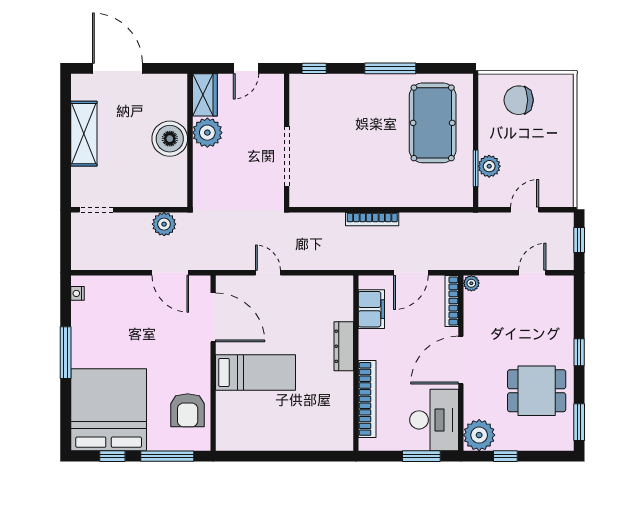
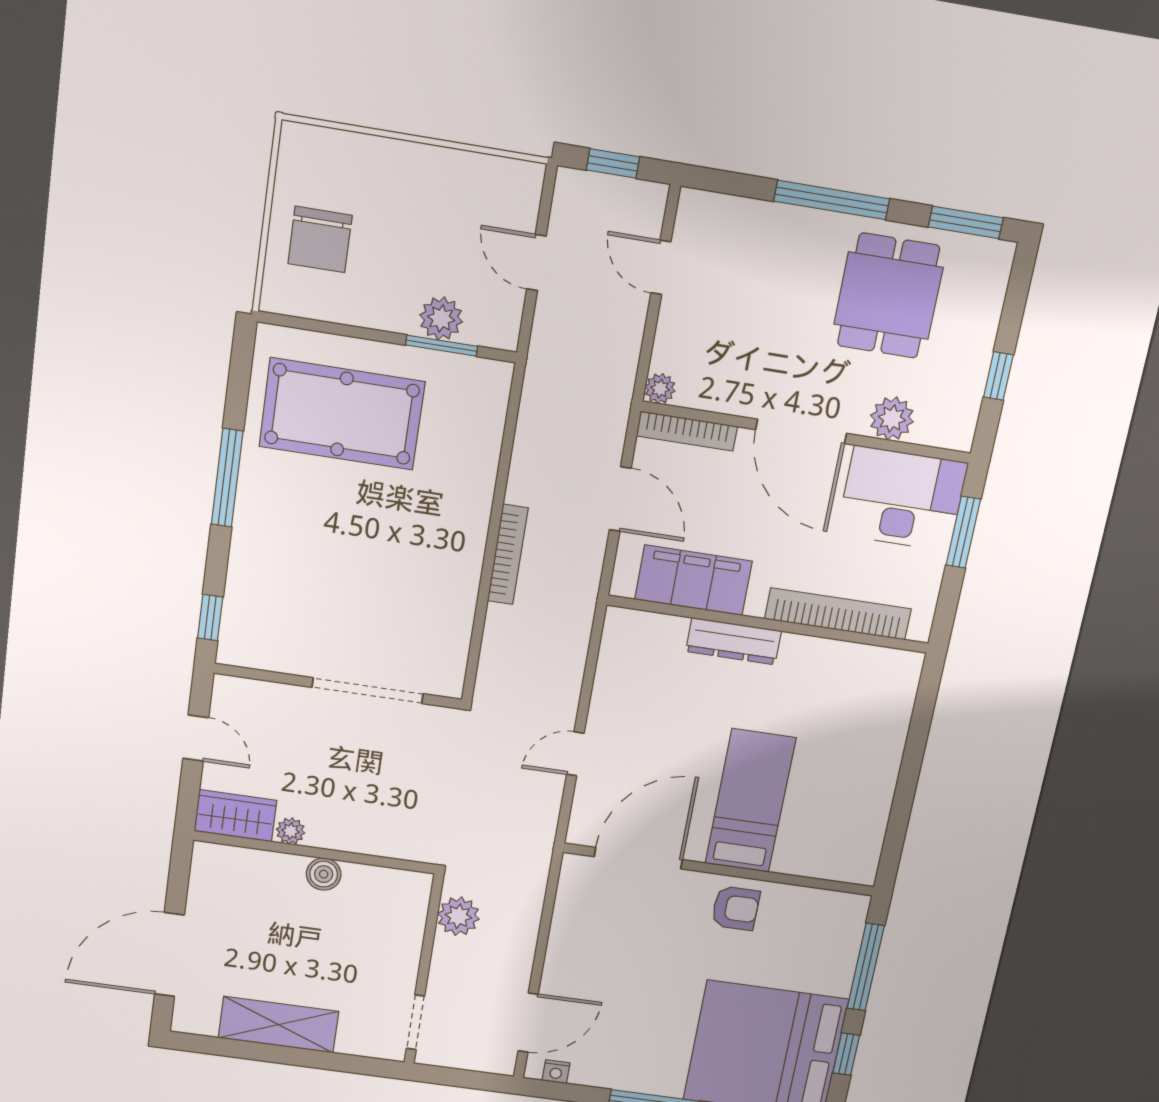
plant: (207, 133) -> (291, 831), width x0.53, depth x0.53
boiler: (170, 139) -> (324, 874), width x0.54, depth x0.54
door: (170, 273) -> (528, 1023), moved
filing cabinet: (371, 309) -> (693, 580), width x1.50, depth x1.17
window: (579, 352) -> (832, 200), width x2.17
armchair: (188, 410) -> (736, 908), moved, width x0.72, depth x0.72
plant: (479, 435) -> (892, 419), moved, width x0.73, depth x0.73

